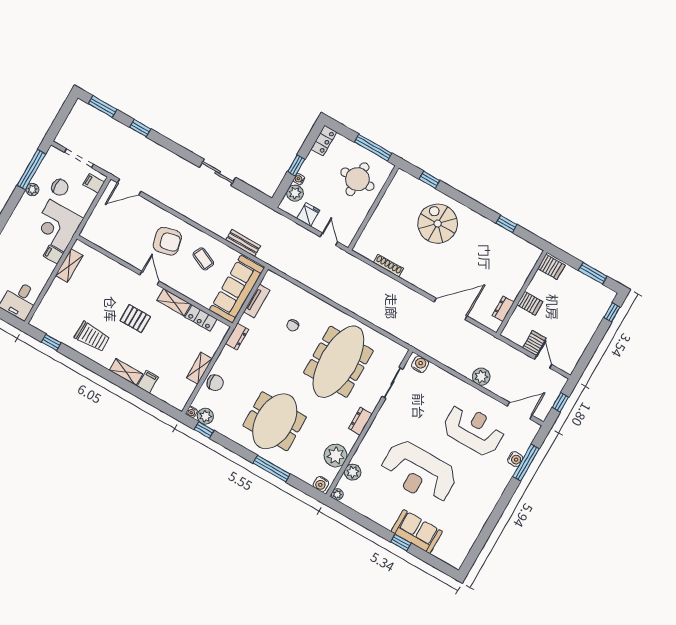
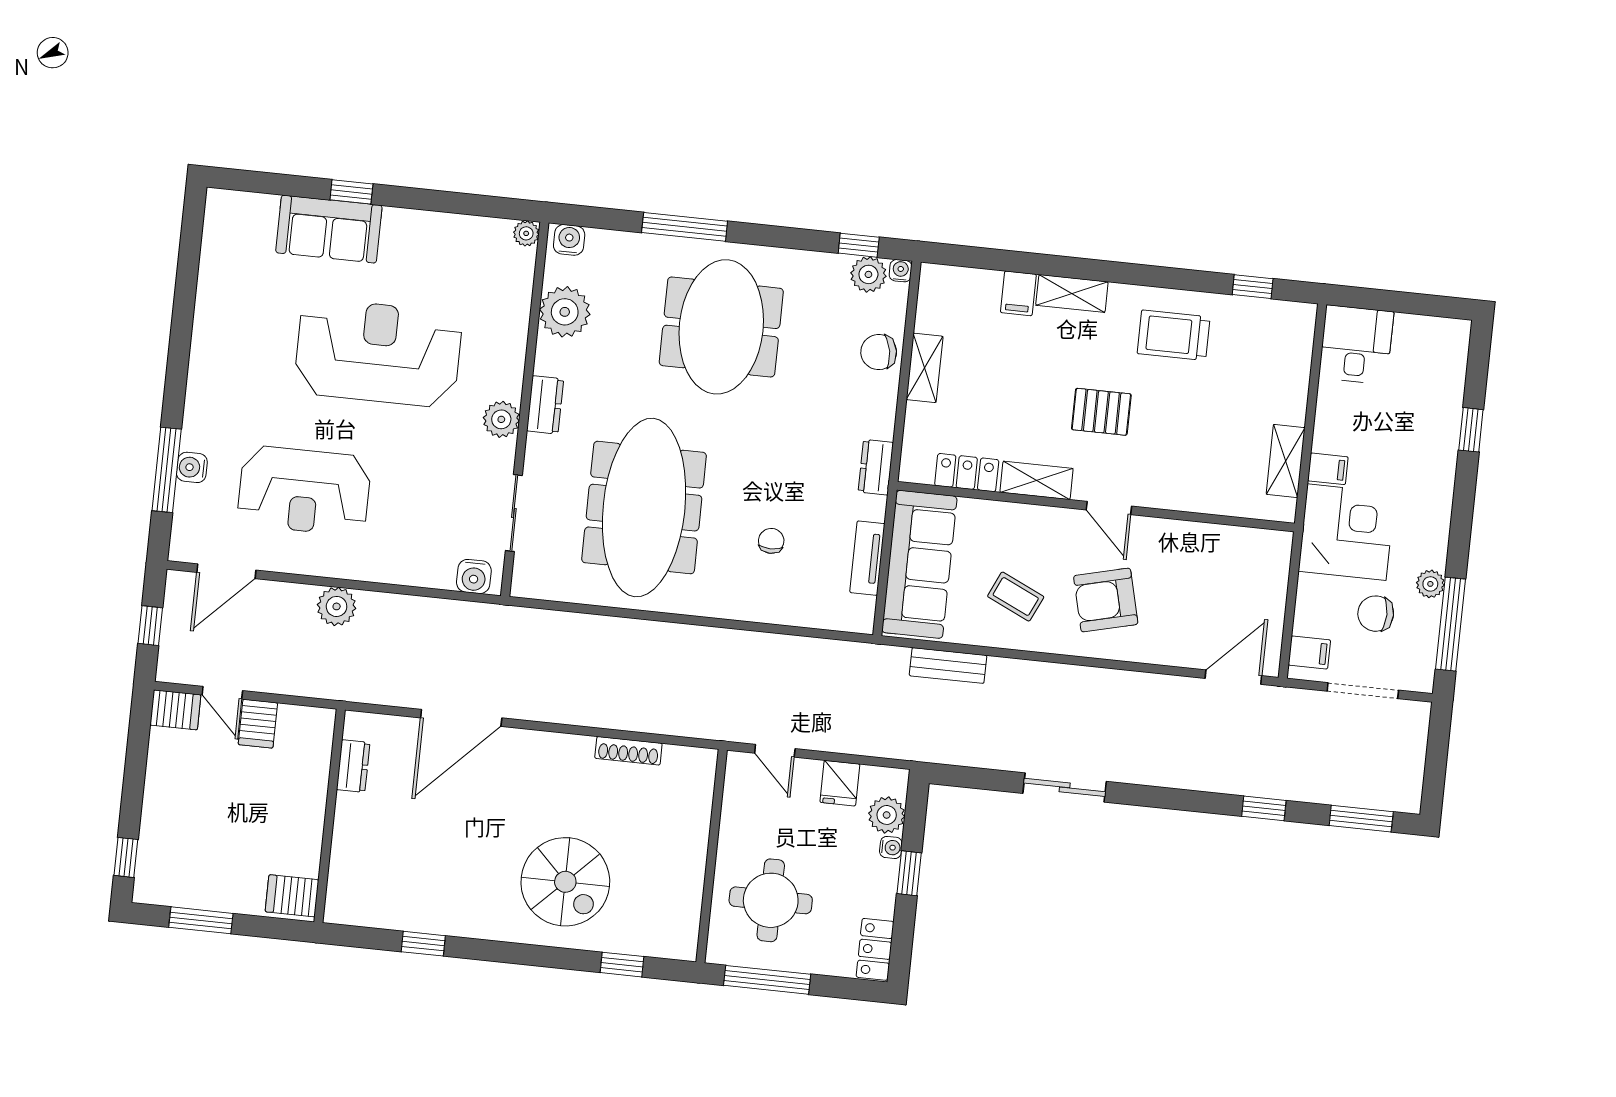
server rack: (530, 303) -> (175, 710), moved, turned 180
plant: (353, 472) -> (501, 419), moved

